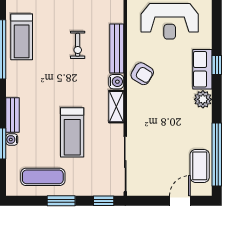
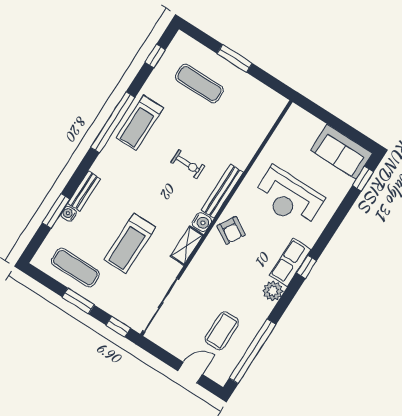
exercise bike: (78, 45) -> (188, 164), turned -90
coffee table: (200, 166) -> (222, 331), moved

